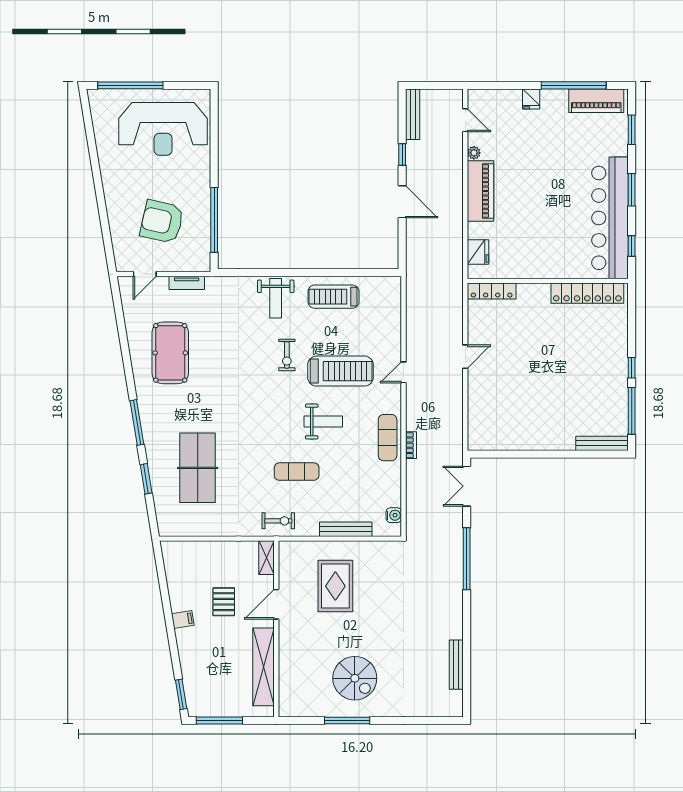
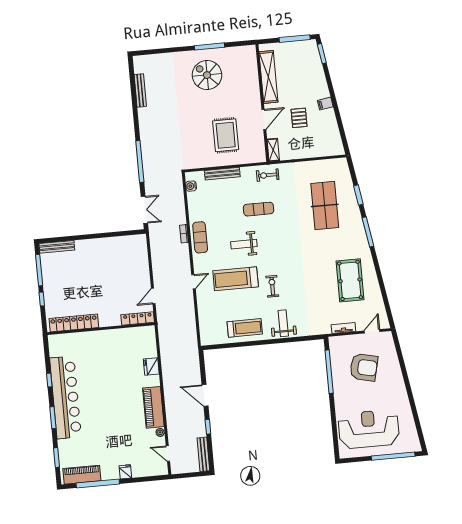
wall: (548, 281) -> (101, 329), moved
locker: (492, 291) -> (138, 319), moved
locker: (587, 293) -> (74, 323), moved

